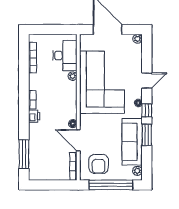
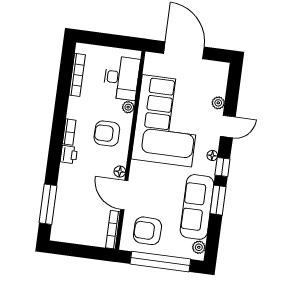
plant: (137, 39) -> (218, 103), moved
armchair: (60, 97) -> (107, 133), added
armchair: (99, 164) -> (147, 231), turned 91

